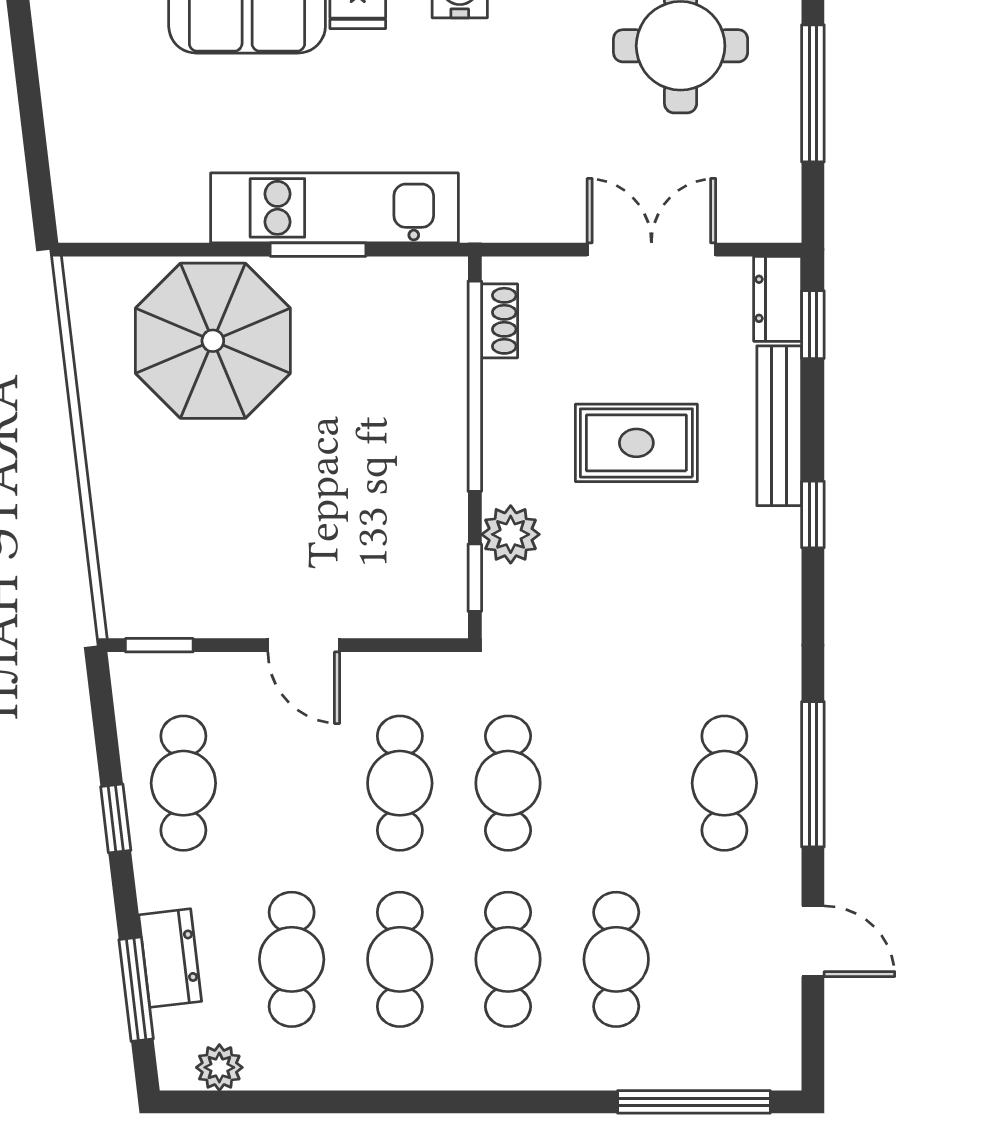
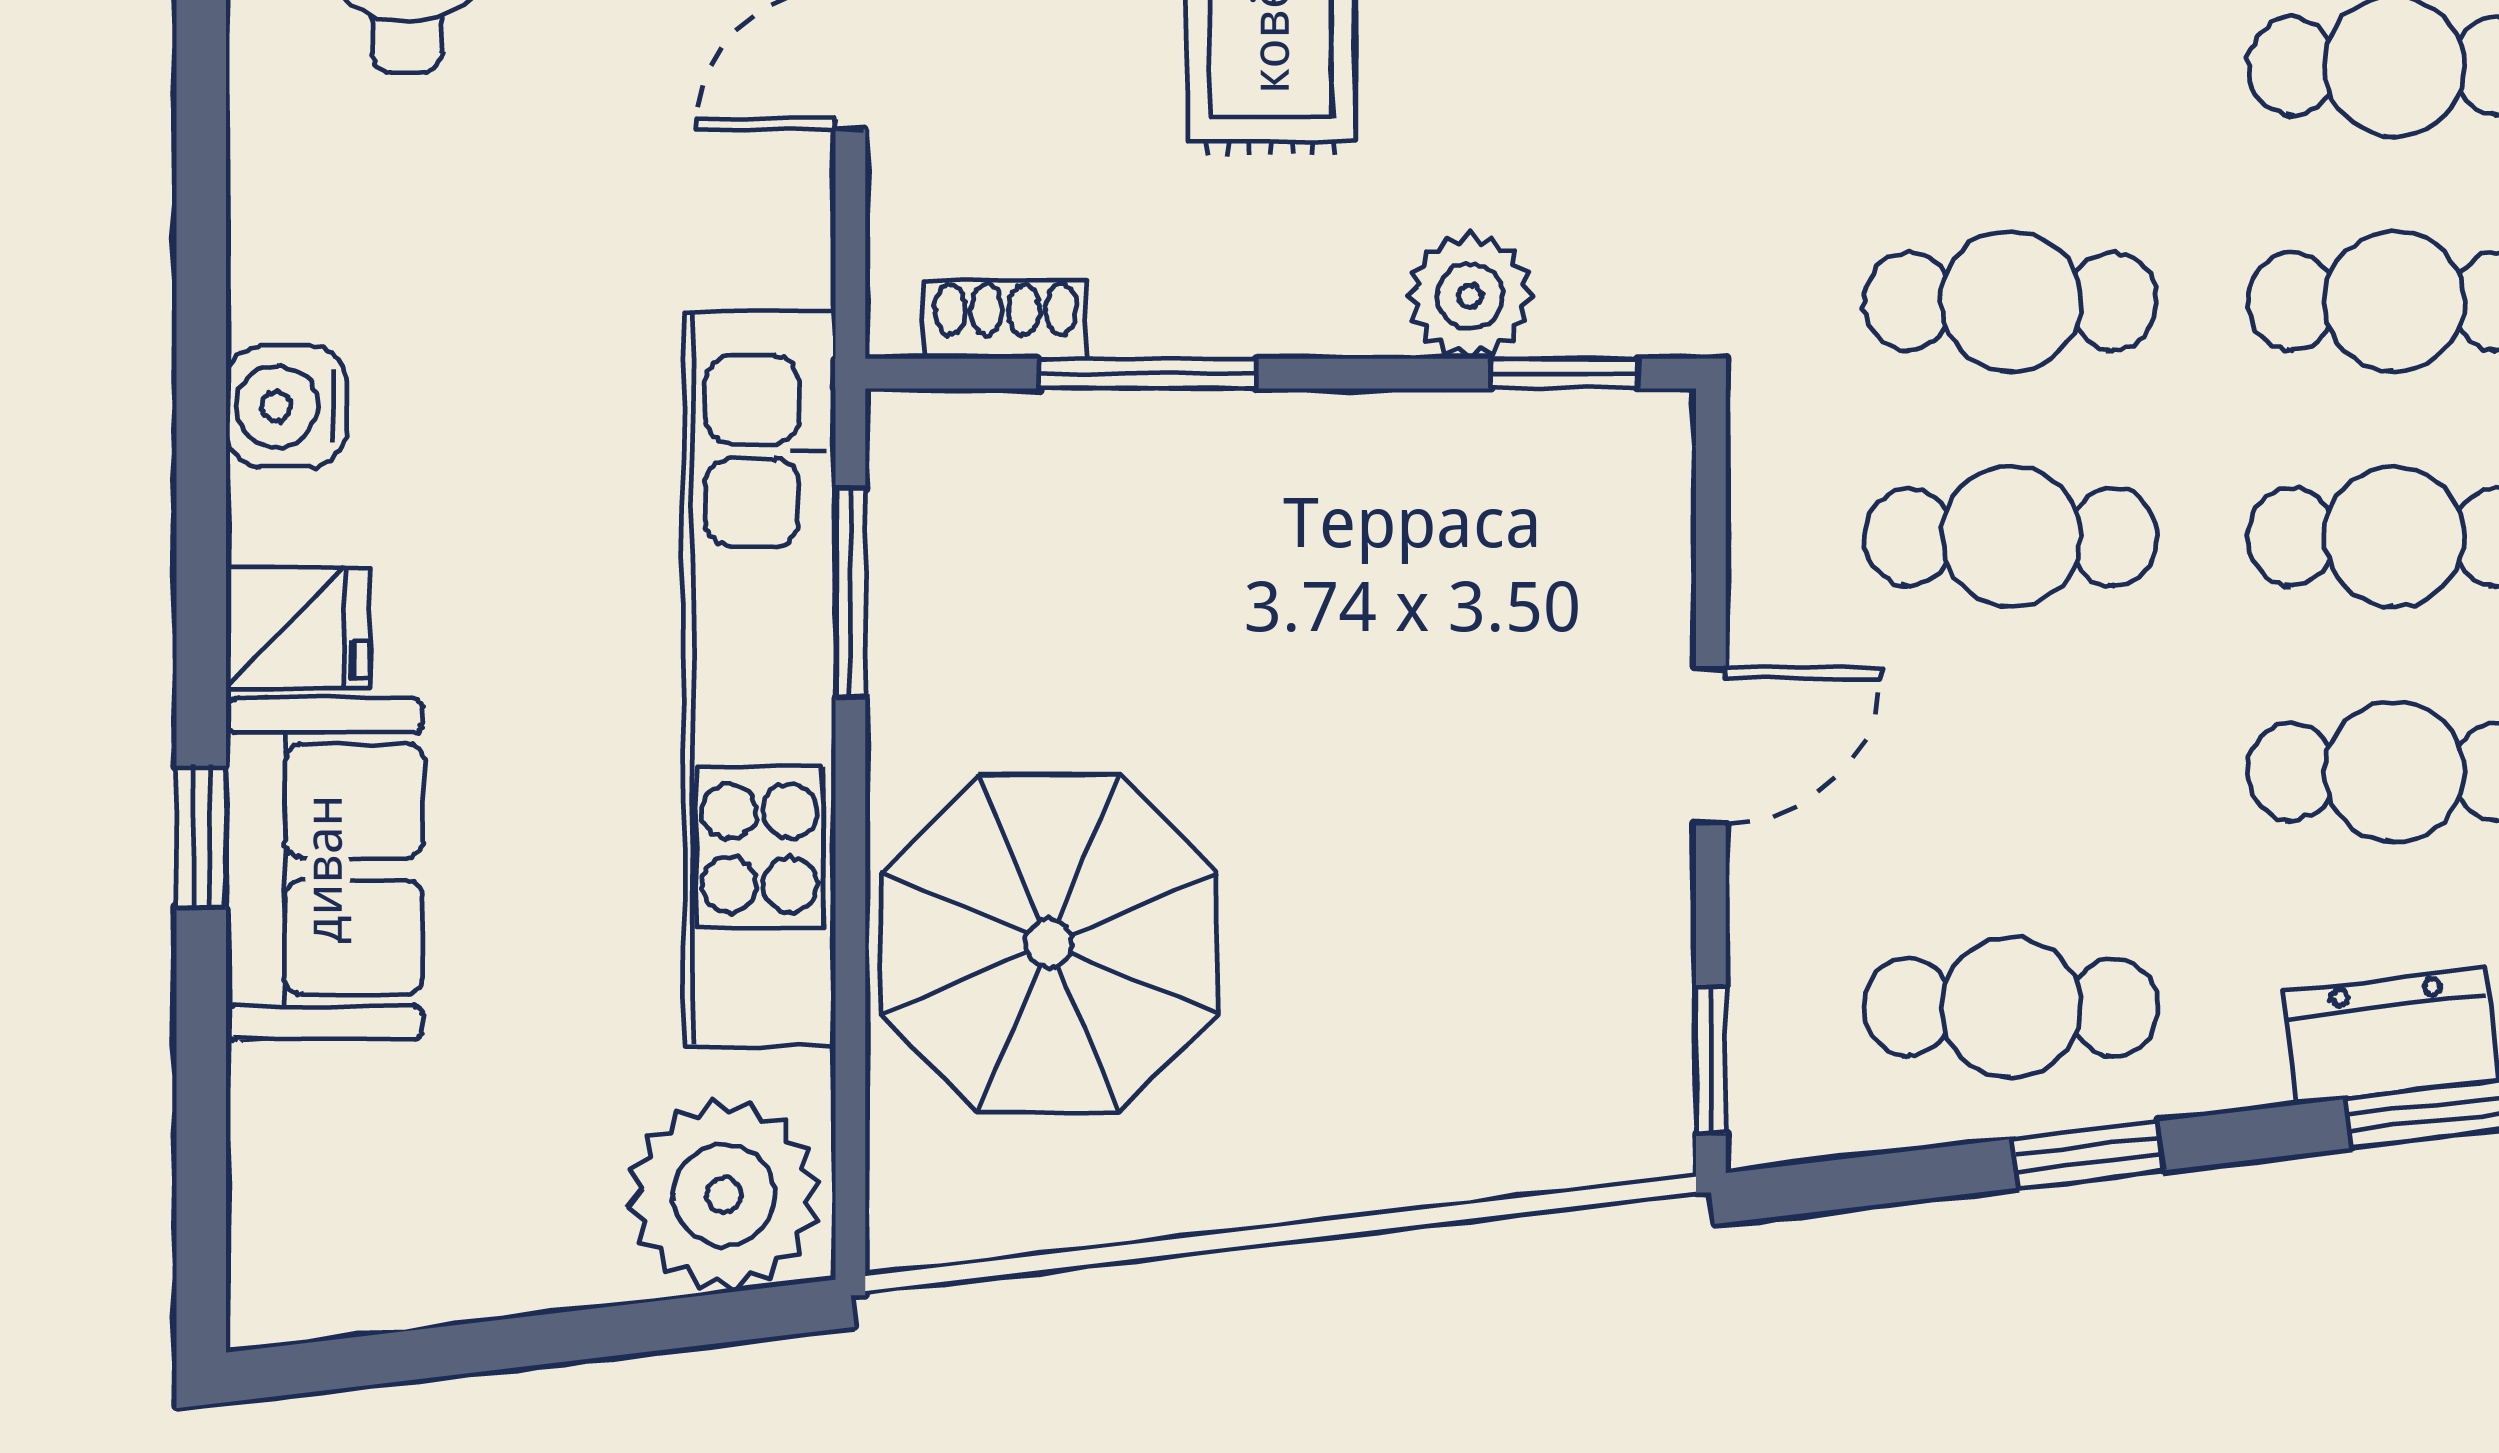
plant: (97, 191) -> (724, 1195), added
kitchen unit: (334, 208) -> (760, 679), width x1.36
window: (318, 250) -> (850, 592), moved
window: (475, 386) -> (1148, 374), width x0.47

